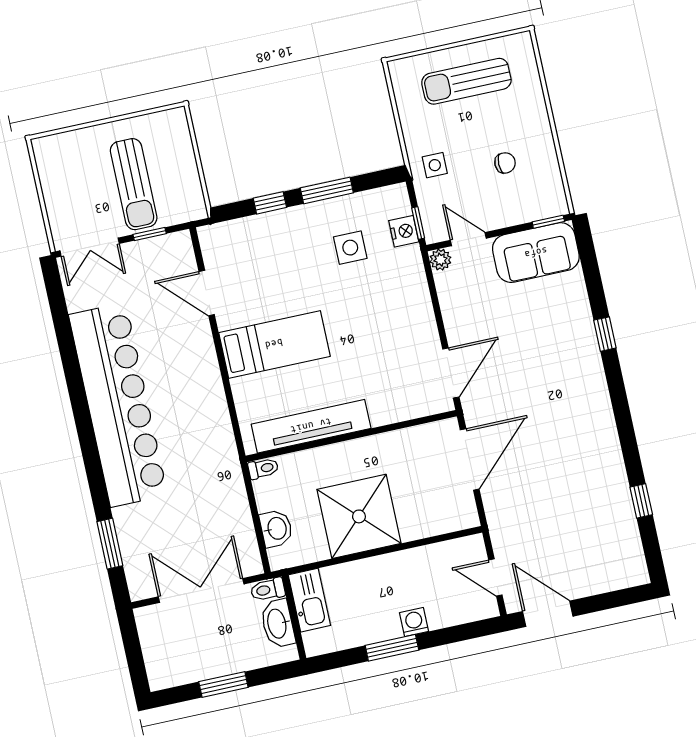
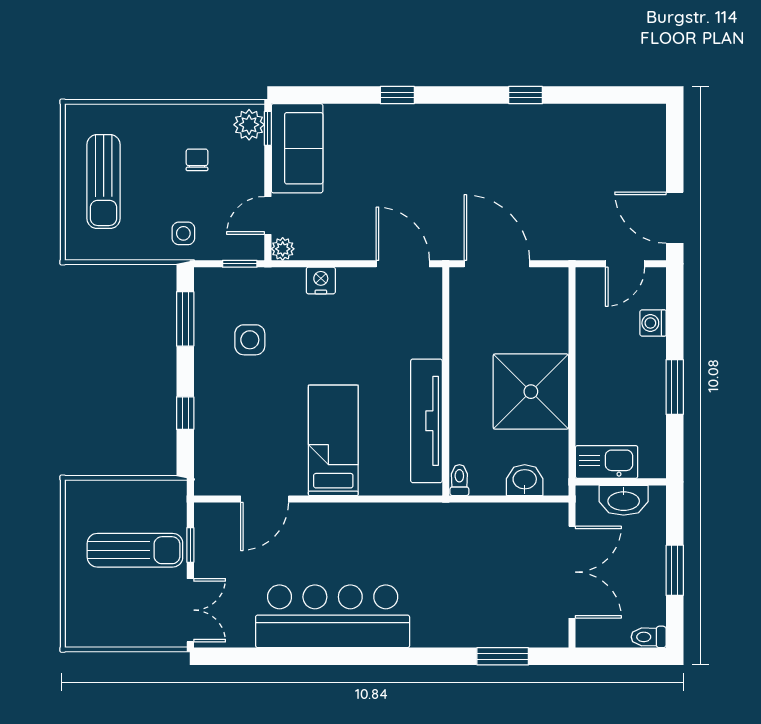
window: (327, 190) -> (185, 319), moved
plant: (548, 204) -> (249, 125), added
nightstand: (404, 231) -> (321, 281), moved
bar counter: (118, 405) -> (333, 616), width x0.73
window: (641, 501) -> (526, 95), moved
double door: (201, 590) -> (572, 572), swing flipped
toilet: (268, 590) -> (649, 637), moved, turned 90
door: (548, 614) -> (675, 218), hinge flipped
washing machine: (414, 622) -> (653, 323), moved

